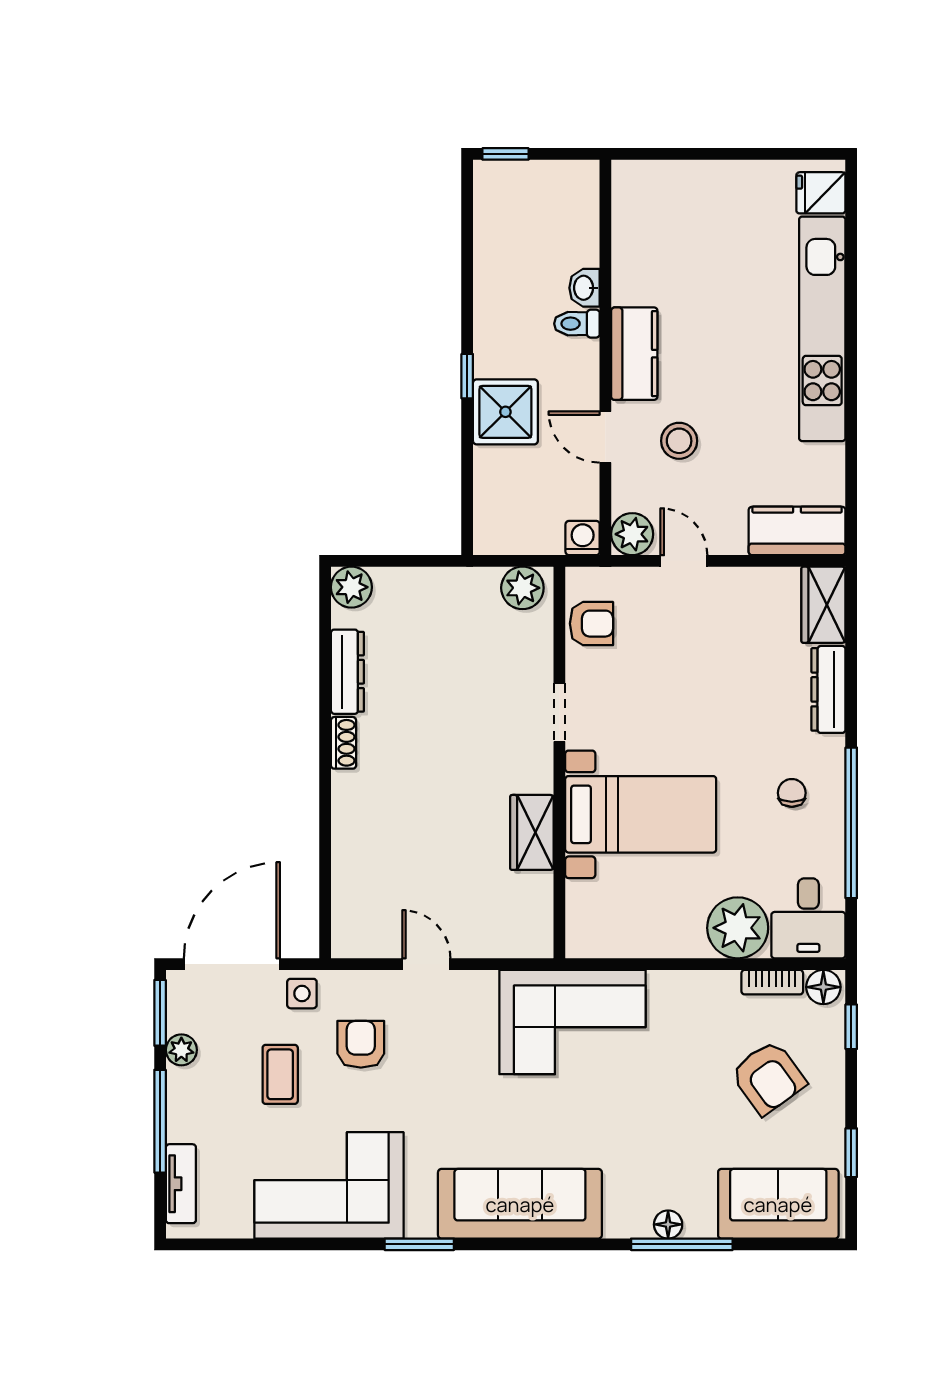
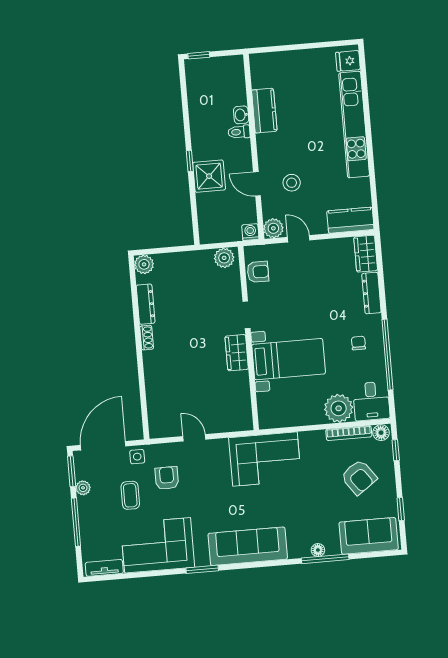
kitchen counter: (634, 354) -> (264, 111), moved
wardrobe: (532, 832) -> (237, 353), moved
bookcase: (772, 982) -> (349, 433), width x1.56
tv unit: (181, 1184) -> (104, 568), moved, turned -90

